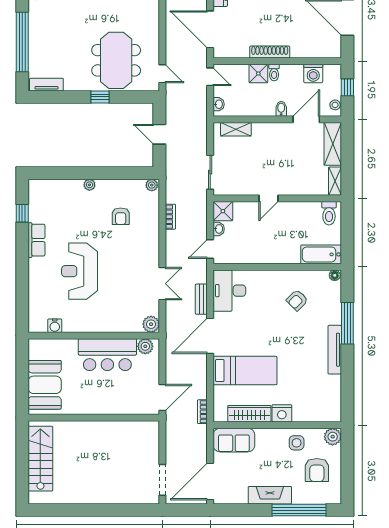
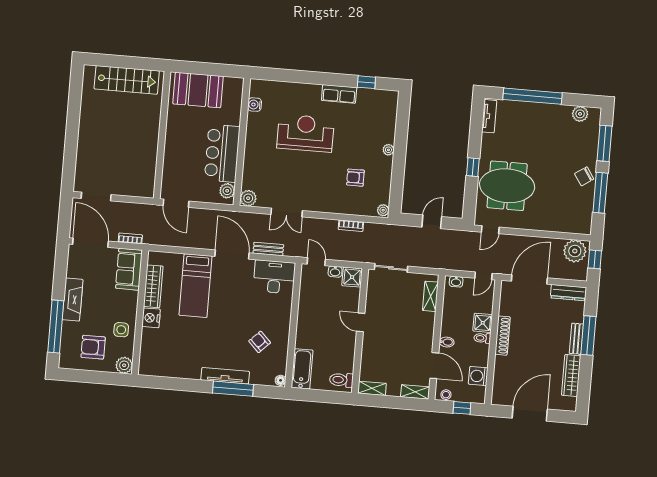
shelving: (333, 144) -> (415, 392), width x0.67, depth x0.75
tv unit: (335, 350) -> (225, 376), moved
bookcase: (202, 412) -> (130, 238), moved

